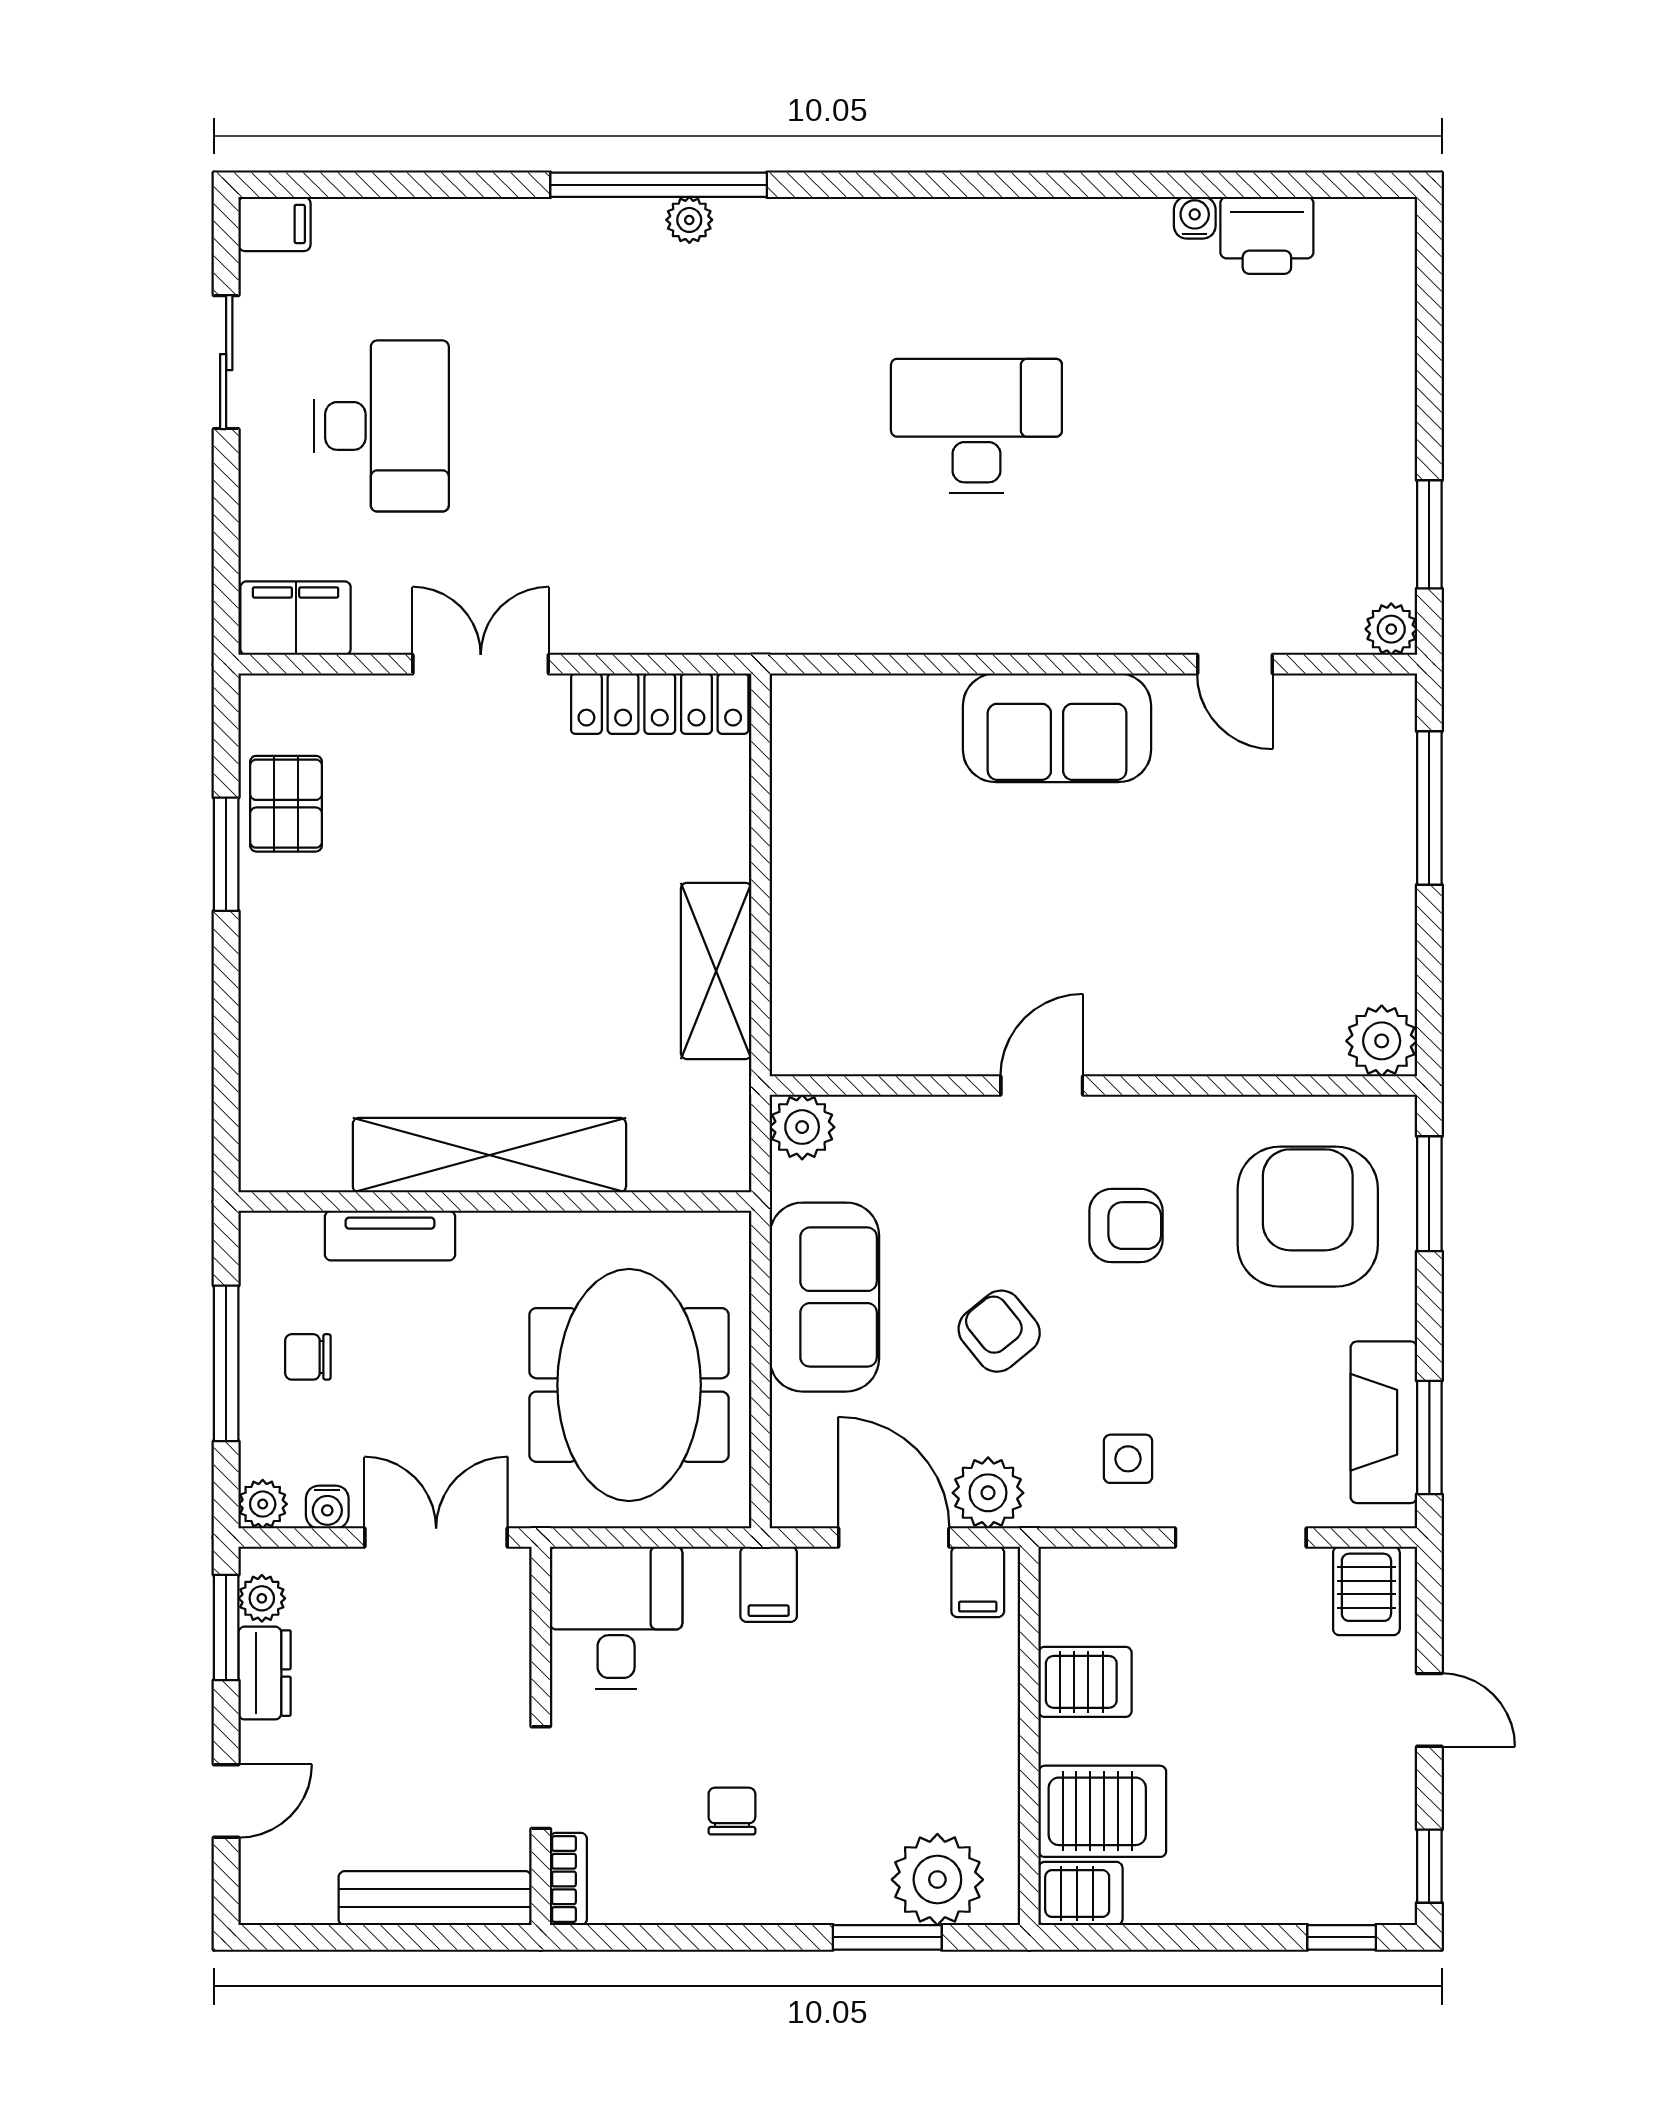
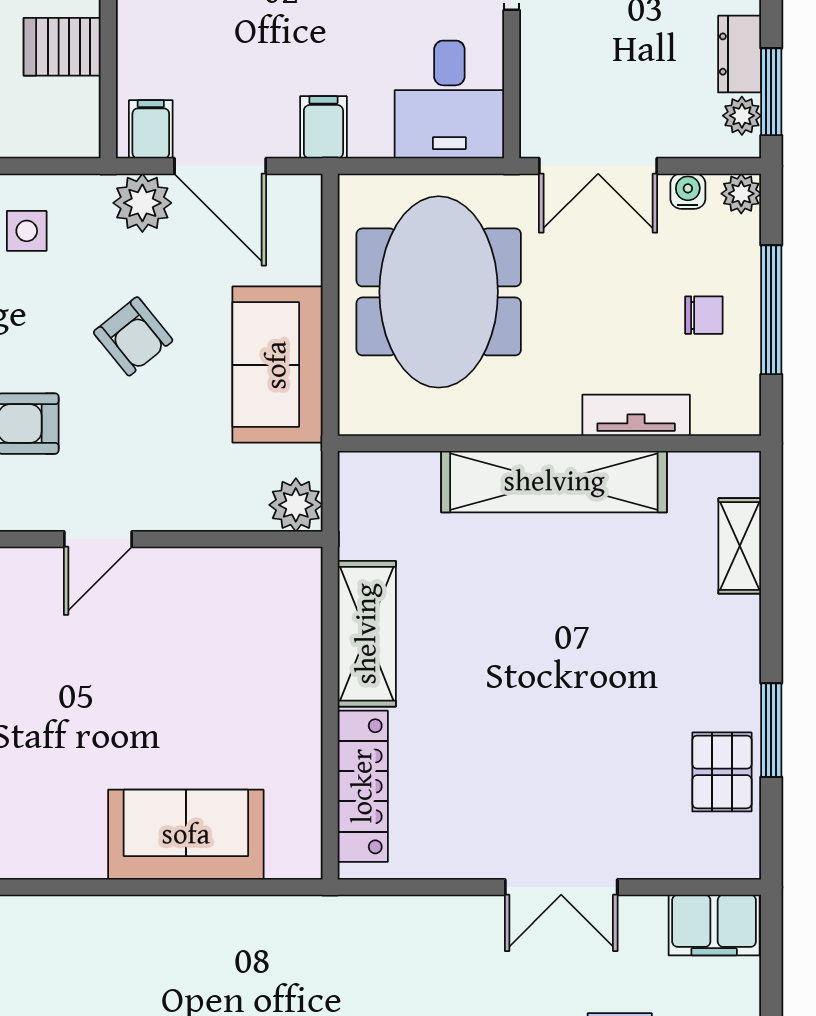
locker: (660, 704) -> (363, 786), moved, turned 90
sofa: (1057, 728) -> (186, 835), moved
shelving: (264, 1077) -> (740, 546), added

